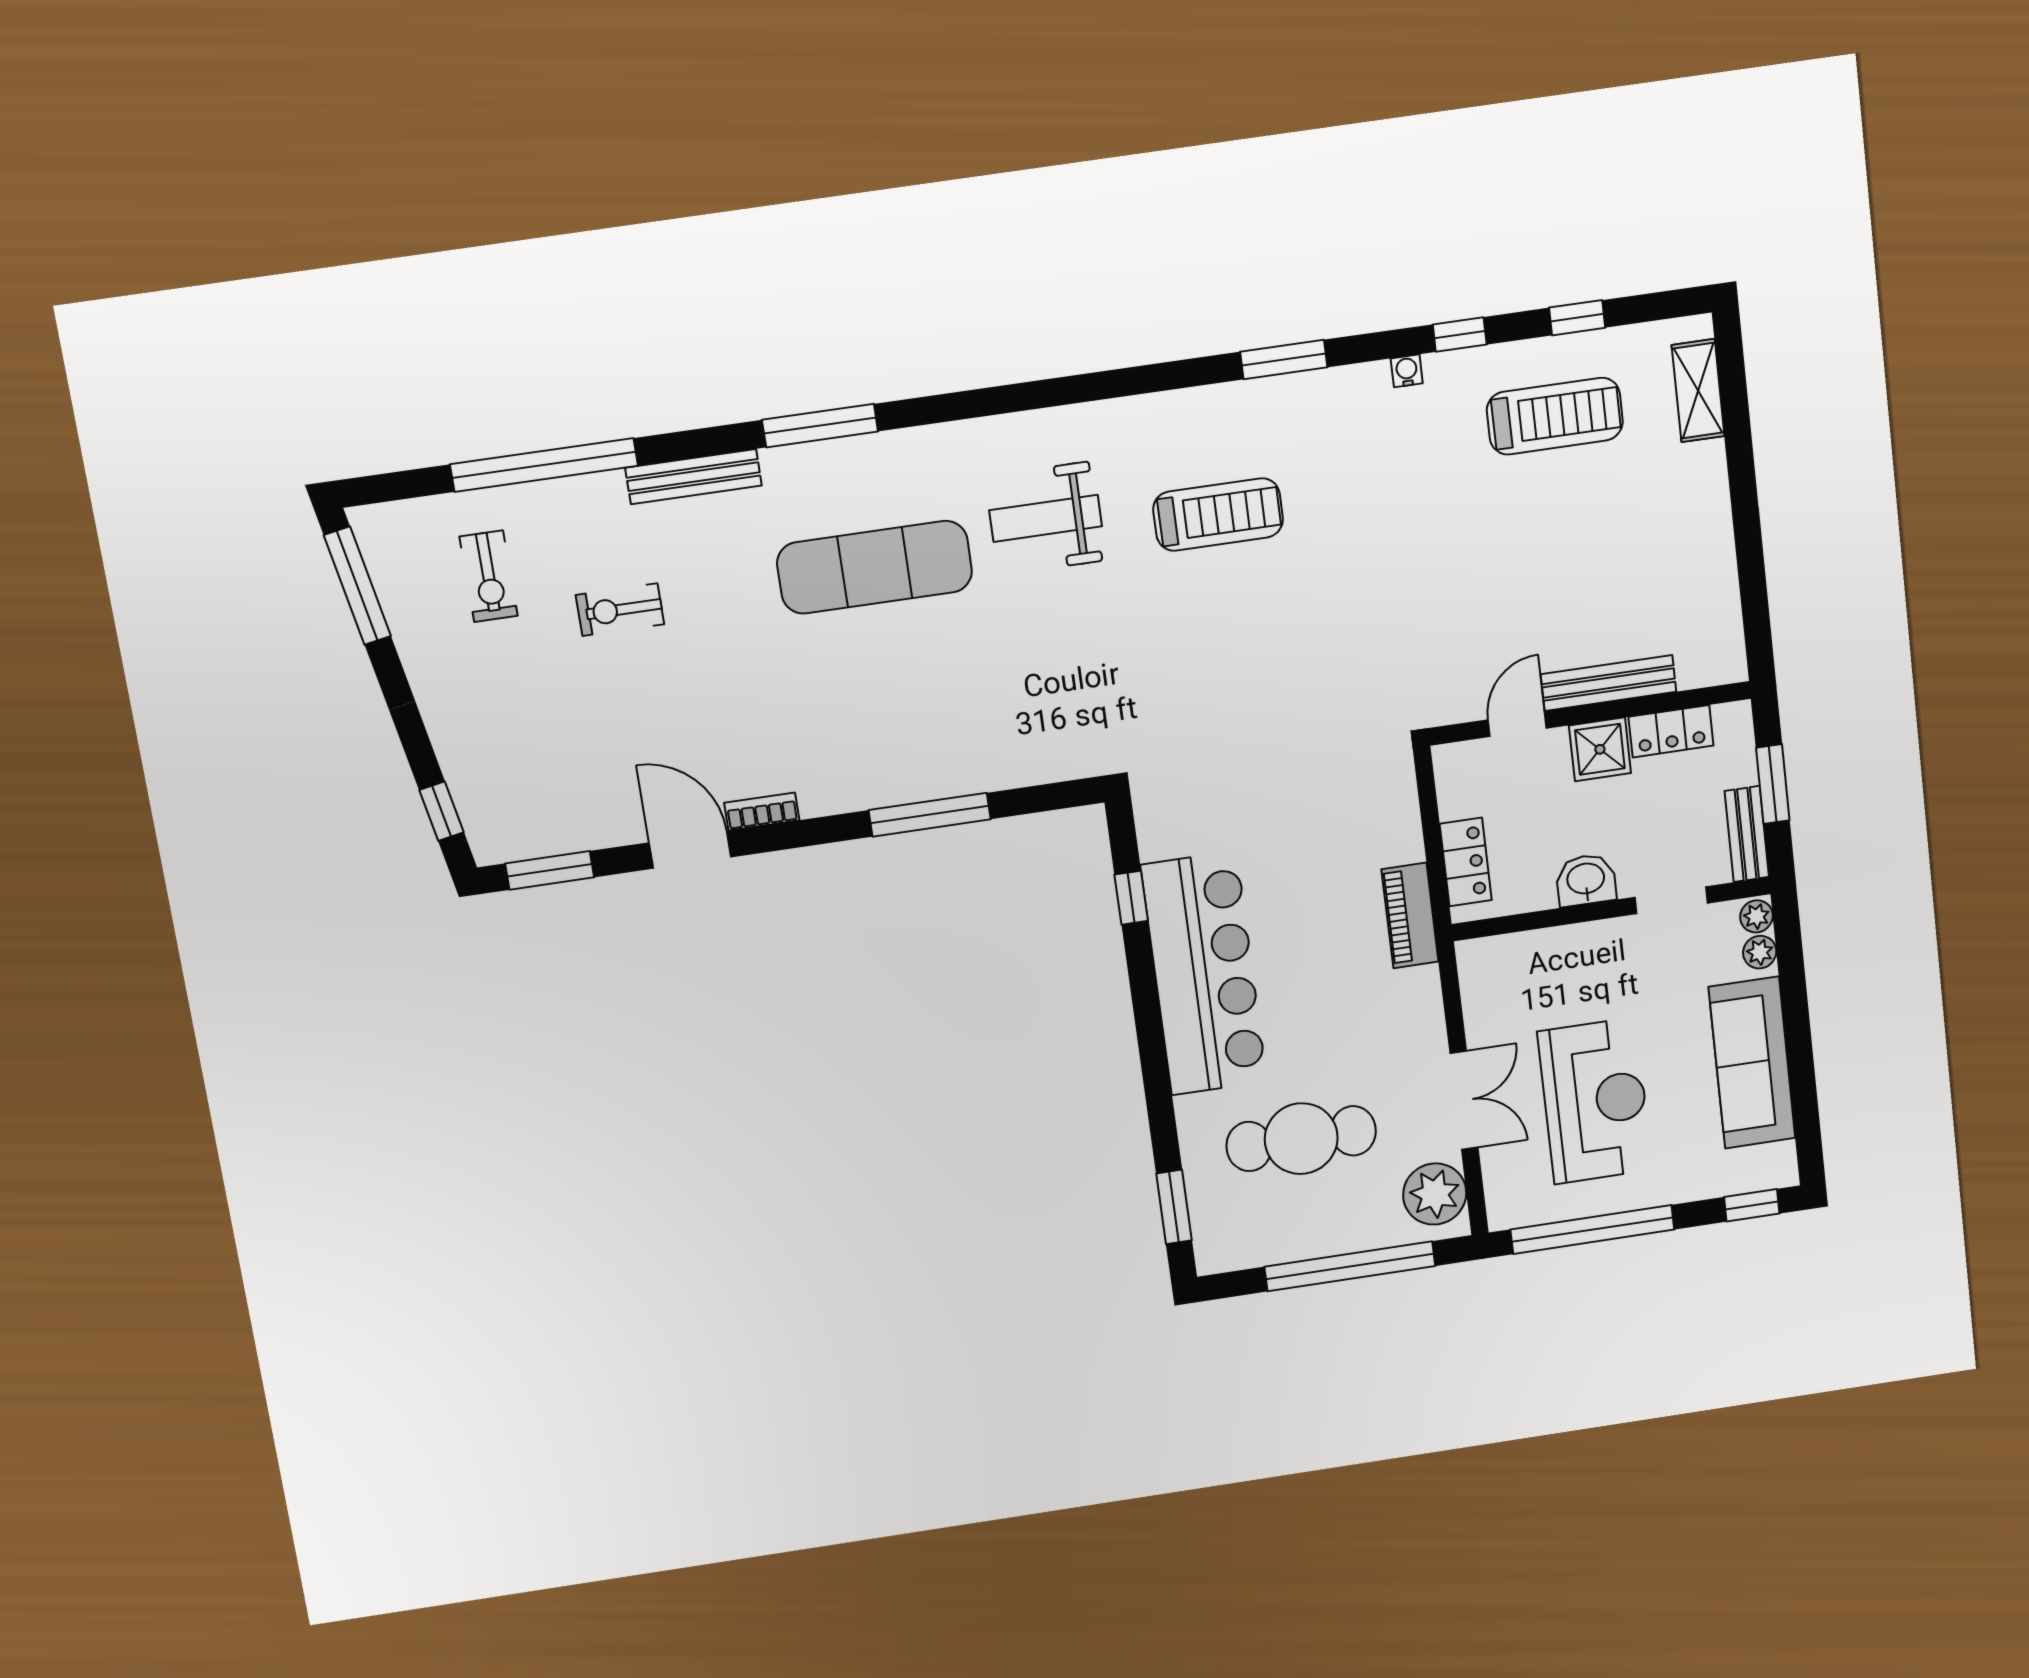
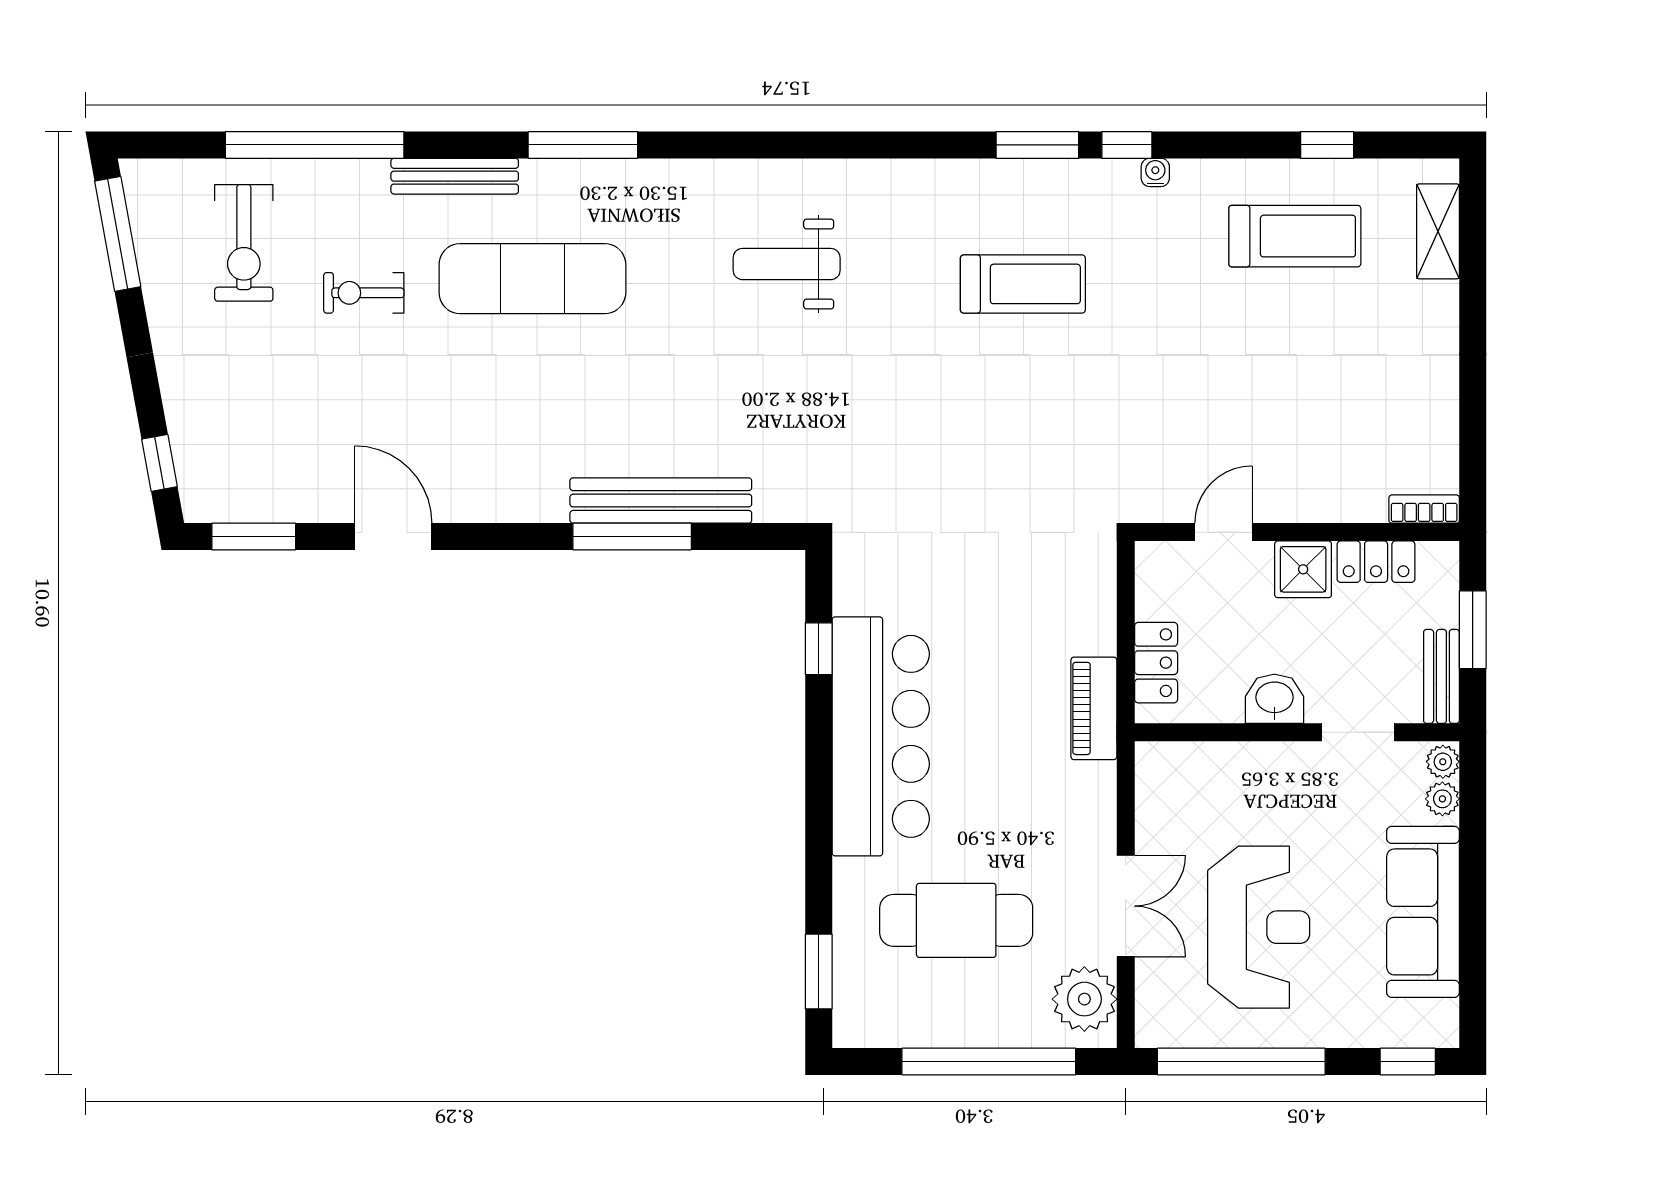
window: (1460, 334) -> (1127, 145), moved
treadmill: (1218, 515) -> (1023, 284), moved
exercise mat: (875, 567) -> (532, 279), moved
exercise bike: (489, 576) -> (244, 243), width x1.38, depth x1.39
bench: (1608, 683) -> (661, 501), moved, width x1.37, depth x1.21
bookcase: (762, 811) -> (1424, 509), moved

